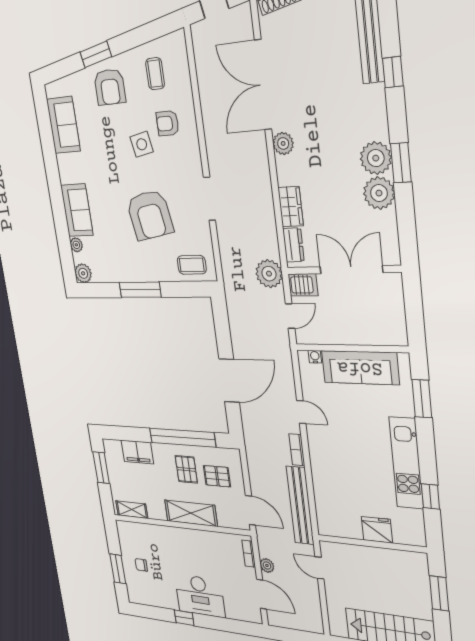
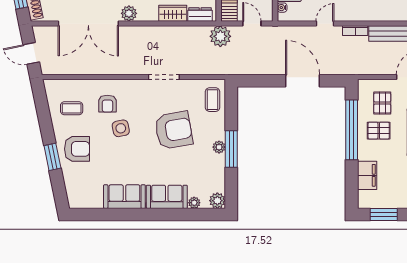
sofa: (63, 125) -> (124, 197), moved
plant: (140, 274) -> (219, 147), added

